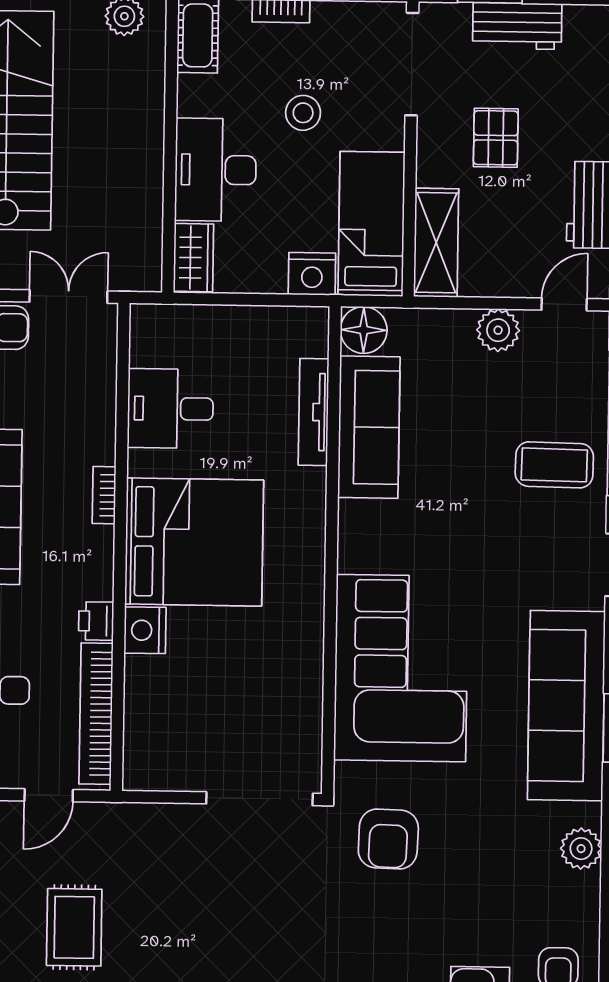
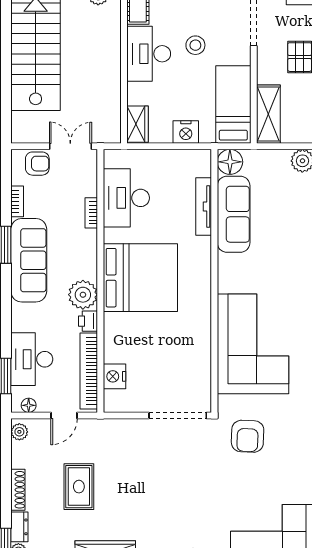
desk: (216, 170) -> (149, 54), moved
nightstand: (312, 274) -> (186, 132), moved
desk: (170, 409) -> (126, 198), width x1.37
bookcase: (104, 495) -> (91, 213), moved
plant: (87, 572) -> (83, 295), added
nightstand: (145, 630) -> (115, 376), moved

